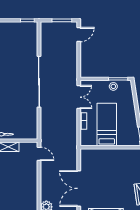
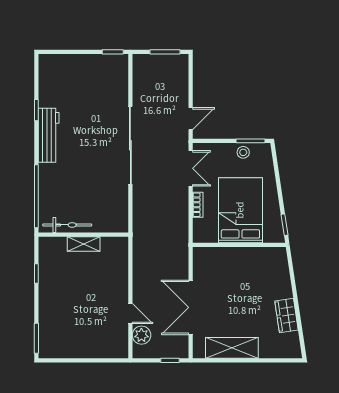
door: (79, 35) -> (191, 119), moved
bed: (107, 125) -> (240, 210), width x1.50
door: (39, 154) -> (130, 313), moved

